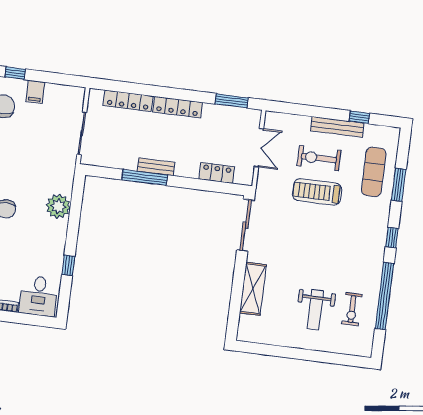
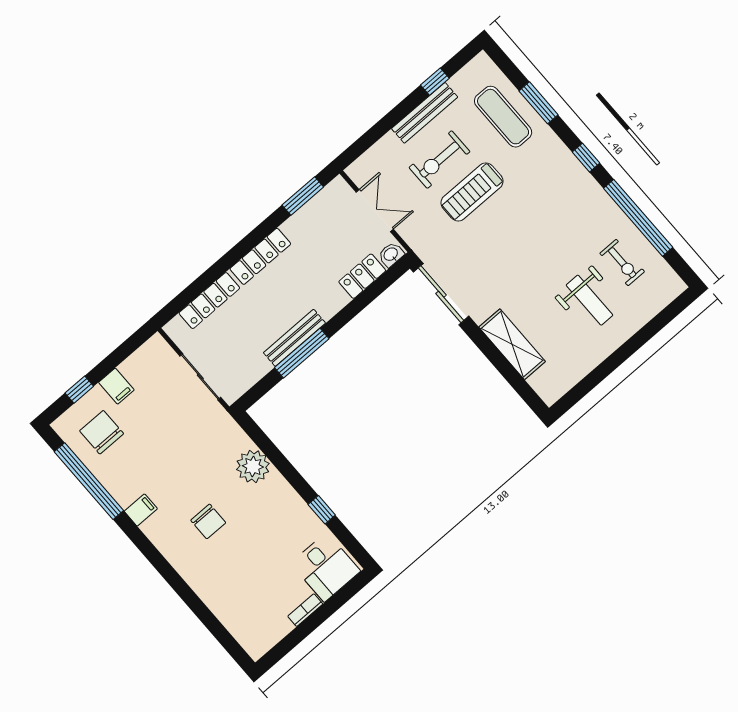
bench: (156, 167) -> (294, 338), width x1.36
washbasin: (243, 178) -> (391, 254), added

